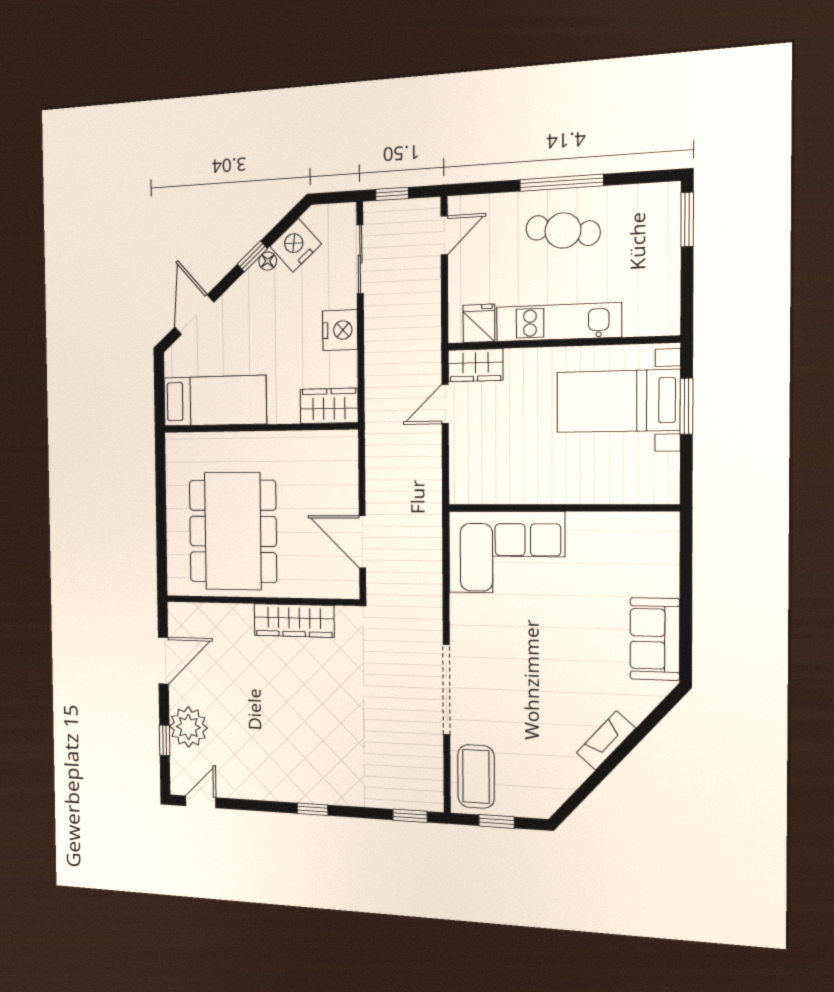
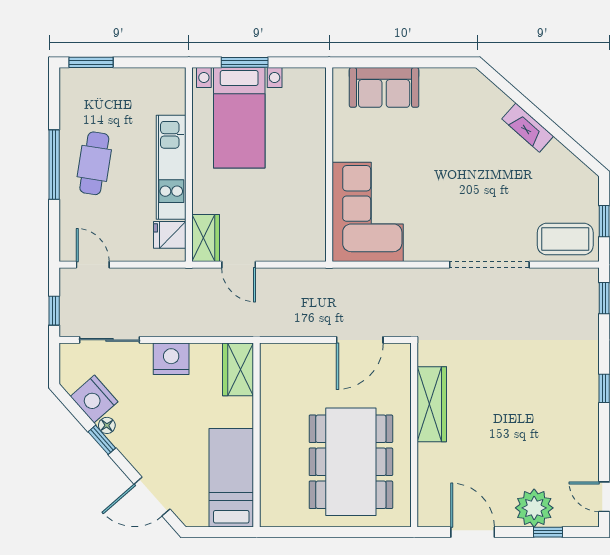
dining table: (233, 531) -> (351, 462), turned 90
sofa: (655, 639) -> (384, 87), moved

